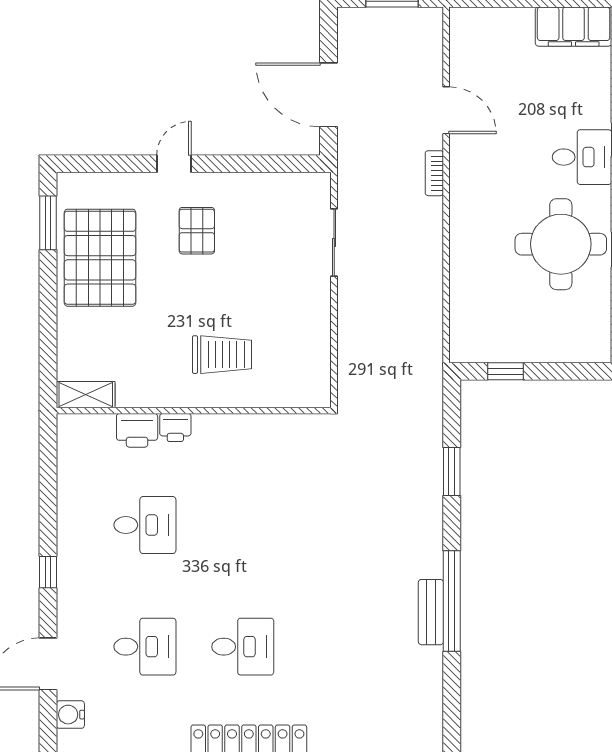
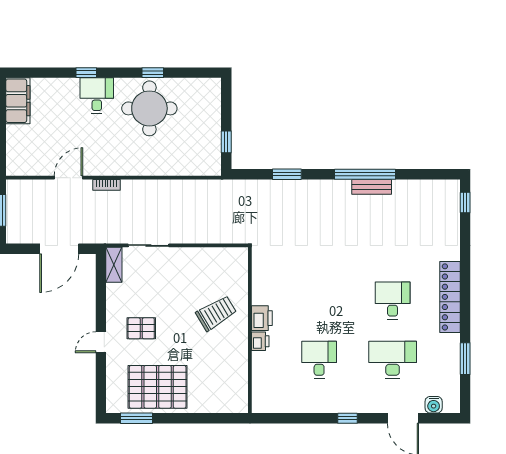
door: (174, 164) -> (101, 342), hinge flipped
trolley: (222, 355) -> (216, 313), turned 59
shelving: (86, 395) -> (114, 265), moved
printer: (137, 430) -> (262, 318), moved
desk: (145, 647) -> (393, 360), width x1.37

